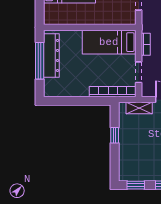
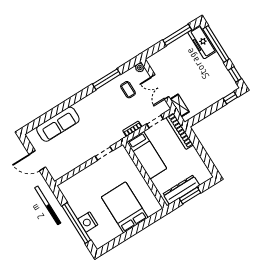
window: (40, 61) -> (190, 196), width x0.69
window: (115, 135) -> (230, 98), moved

